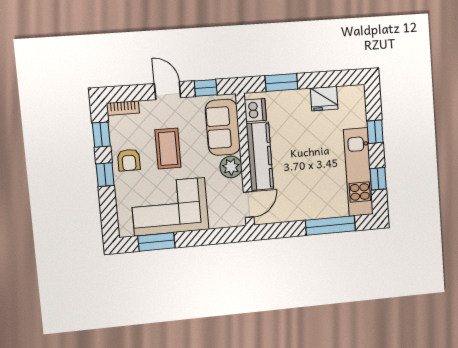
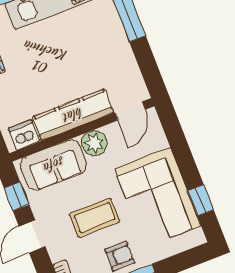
door: (249, 205) -> (130, 111), swing flipped
window: (156, 242) -> (200, 200), width x0.67

